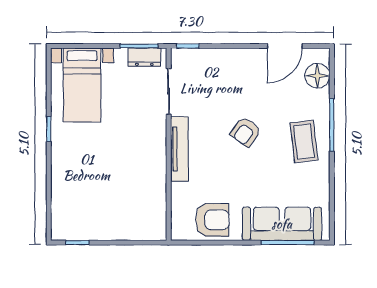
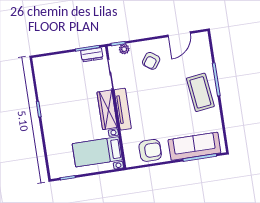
plant: (196, 56) -> (124, 49), added
floor lamp: (317, 76) -> (202, 50), removed
bed with nightstands: (82, 85) -> (97, 152), moved, turned 90
armchair: (246, 132) -> (151, 61), moved
coffee table: (304, 141) -> (200, 92), width x1.36, depth x1.32
wardrobe: (155, 146) -> (107, 110), added

